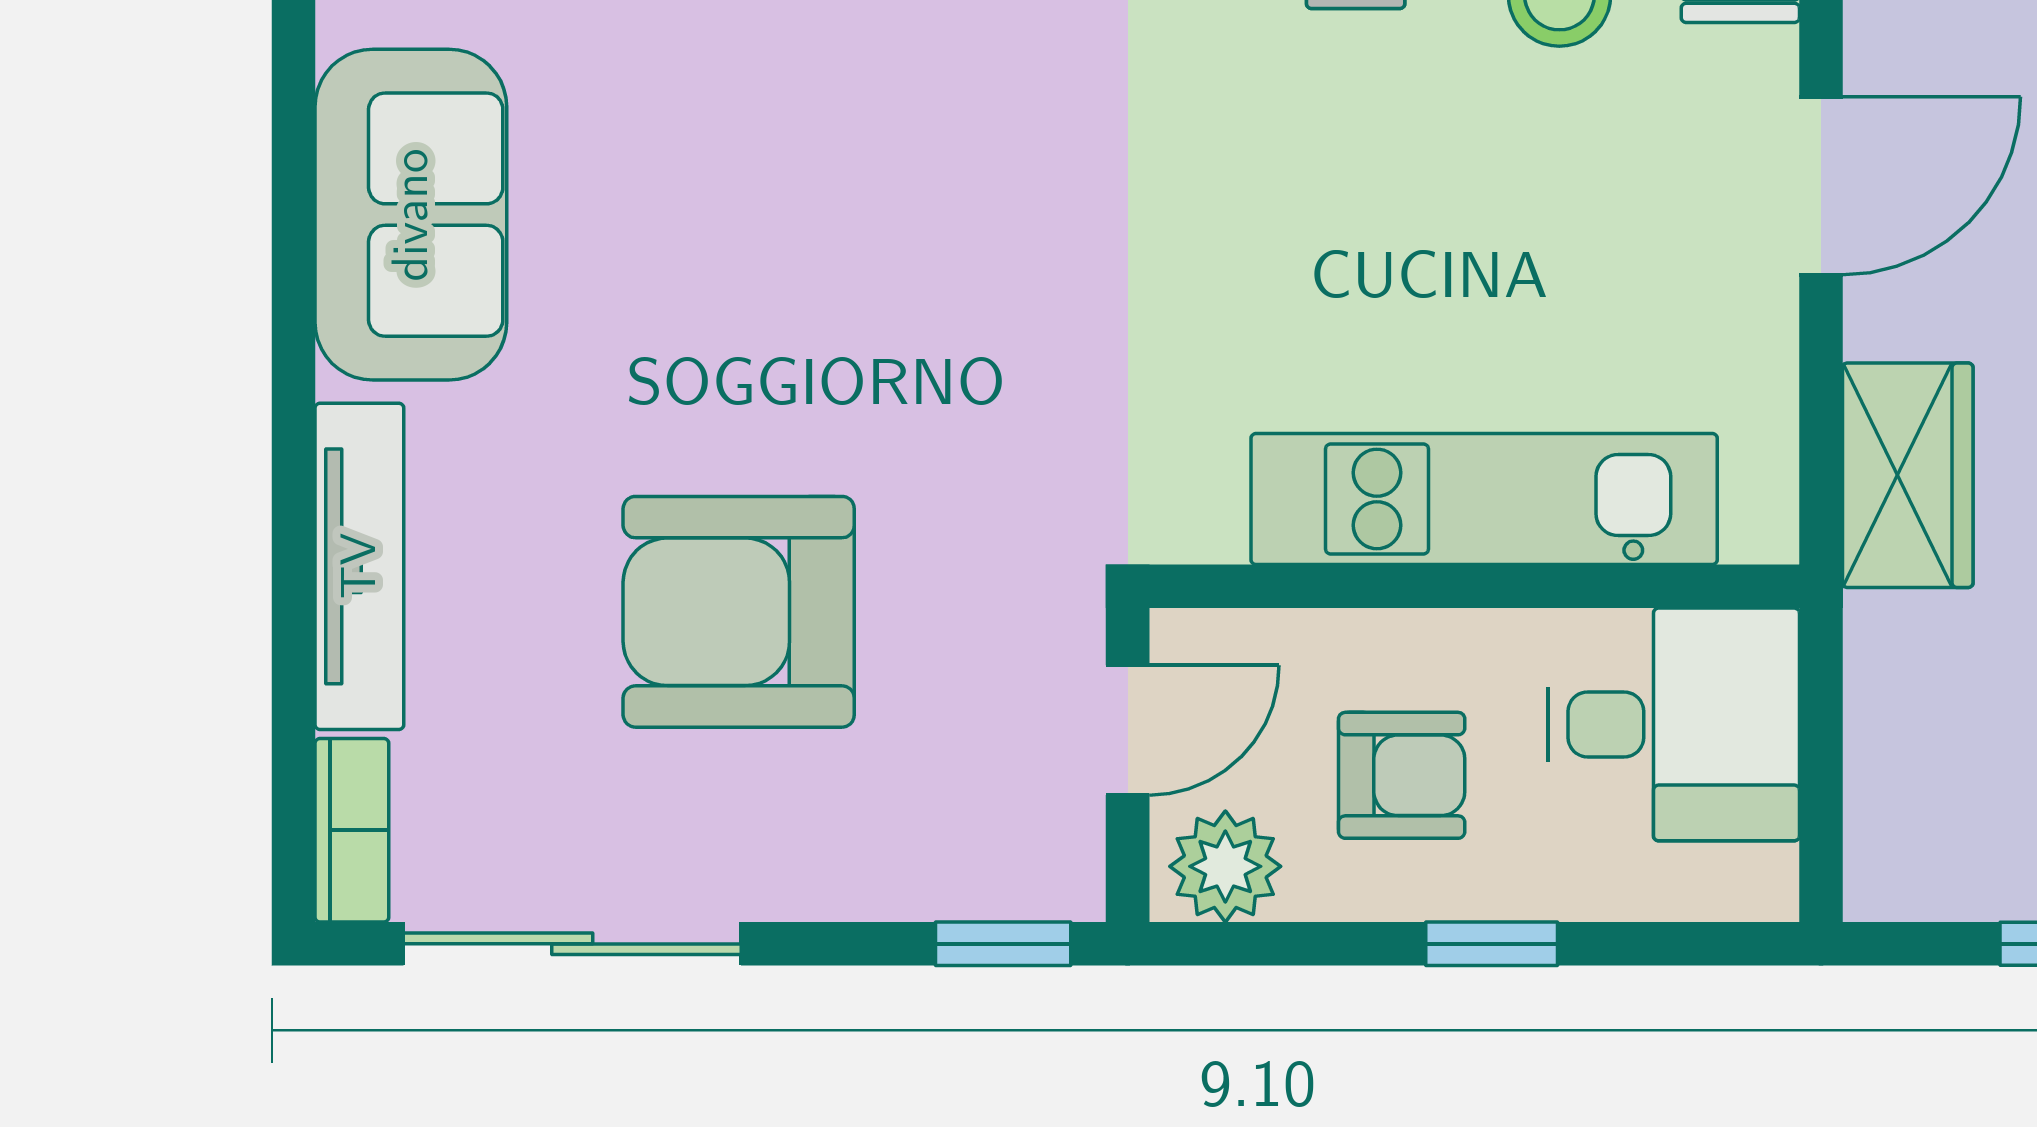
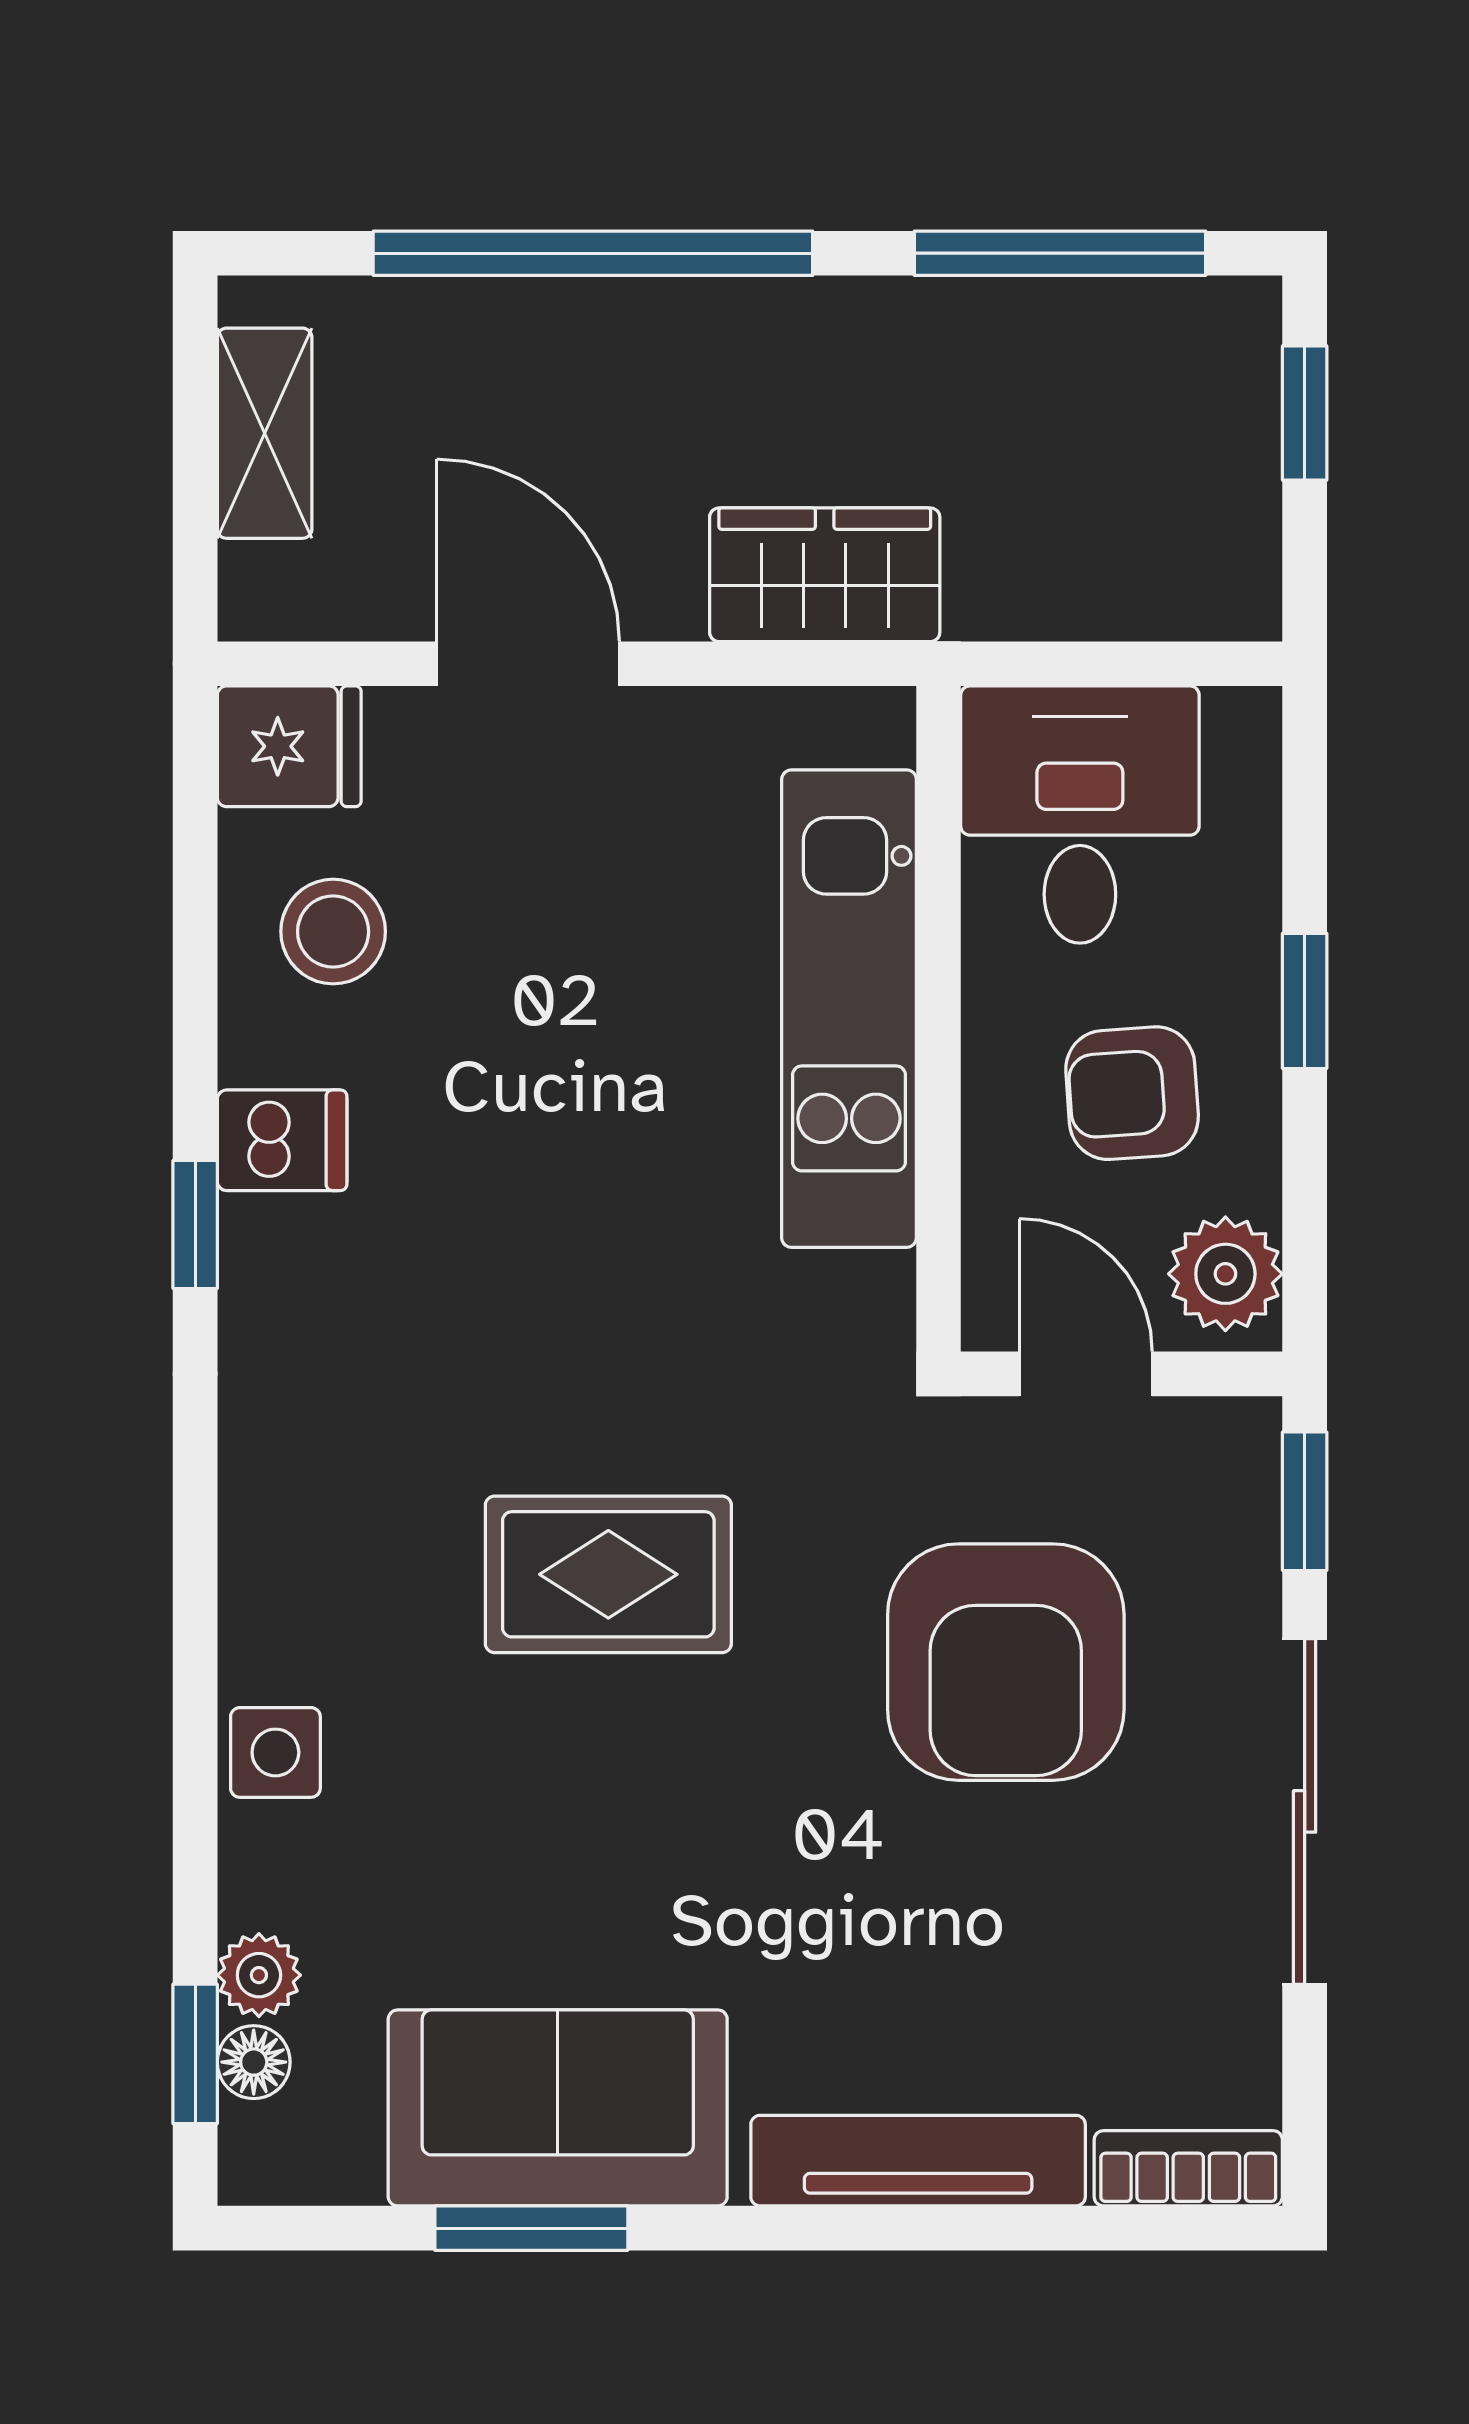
window: (293, 189) -> (531, 2228), added
rug: (932, 264) -> (608, 1574), added
armchair: (739, 612) -> (1006, 1662), moved
armchair: (1402, 775) -> (1132, 1093), turned -94
sliding door: (572, 944) -> (1305, 1811), moved

